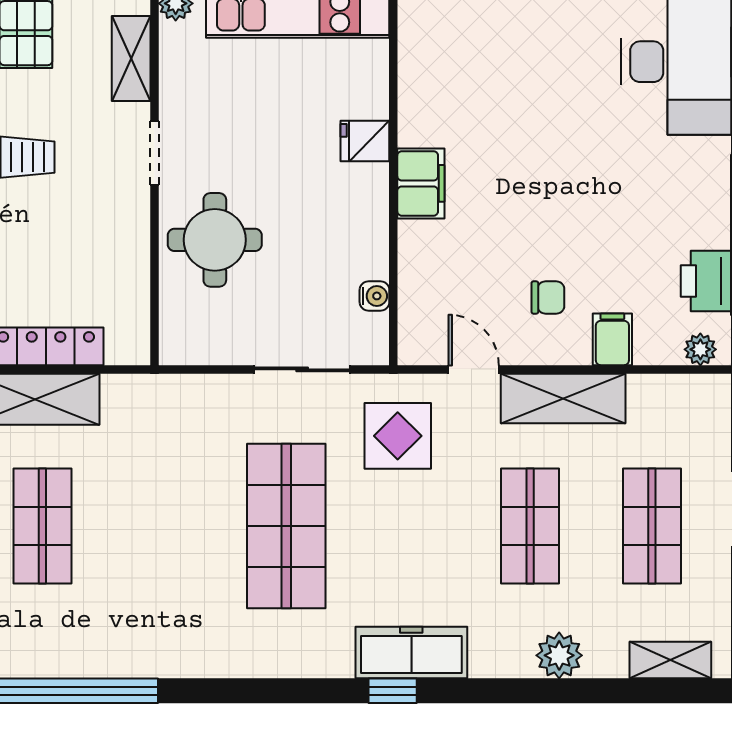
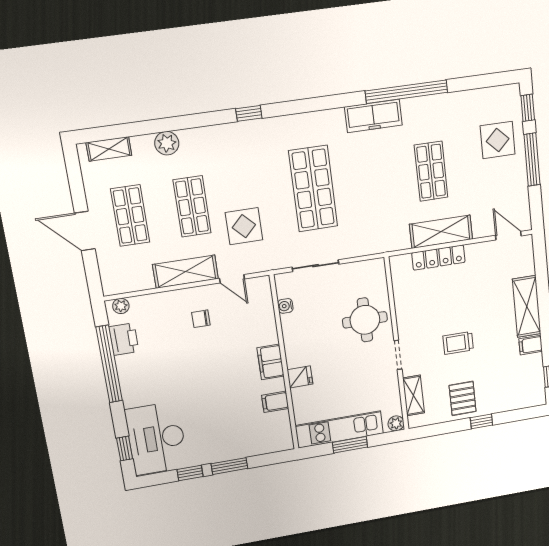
filing cabinet: (612, 339) -> (275, 402), moved, turned 90
display table: (398, 436) -> (244, 226), moved
freezer: (411, 652) -> (373, 116), moved

